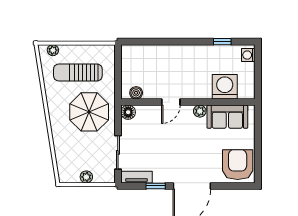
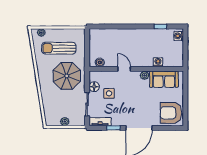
washing machine: (225, 87) -> (158, 62), width x0.53, depth x0.53
door: (171, 102) -> (124, 69), swing flipped
floor lamp: (128, 112) -> (94, 87), moved
side table: (149, 137) -> (109, 93), added
armchair: (238, 165) -> (171, 113), turned -90

